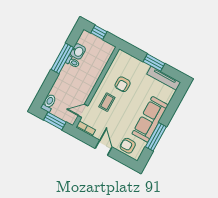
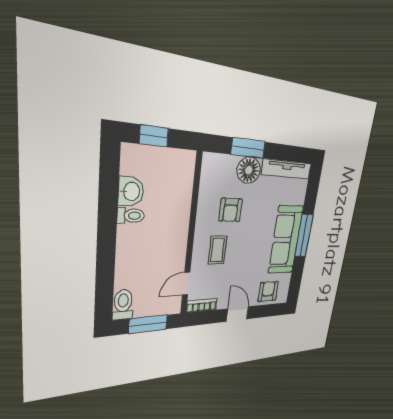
window: (62, 58) -> (107, 219), removed
window: (154, 63) -> (248, 148), moved
floor lamp: (141, 68) -> (249, 170), added
window: (156, 137) -> (304, 236), moved
armchair: (128, 146) -> (268, 292), turned 90

